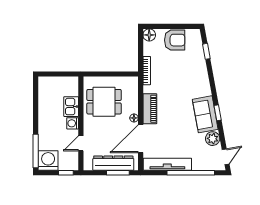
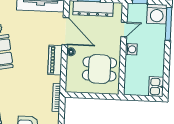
kitchen sink: (71, 107) -> (156, 87), moved, turned 180
door: (141, 139) -> (65, 31), hinge flipped

